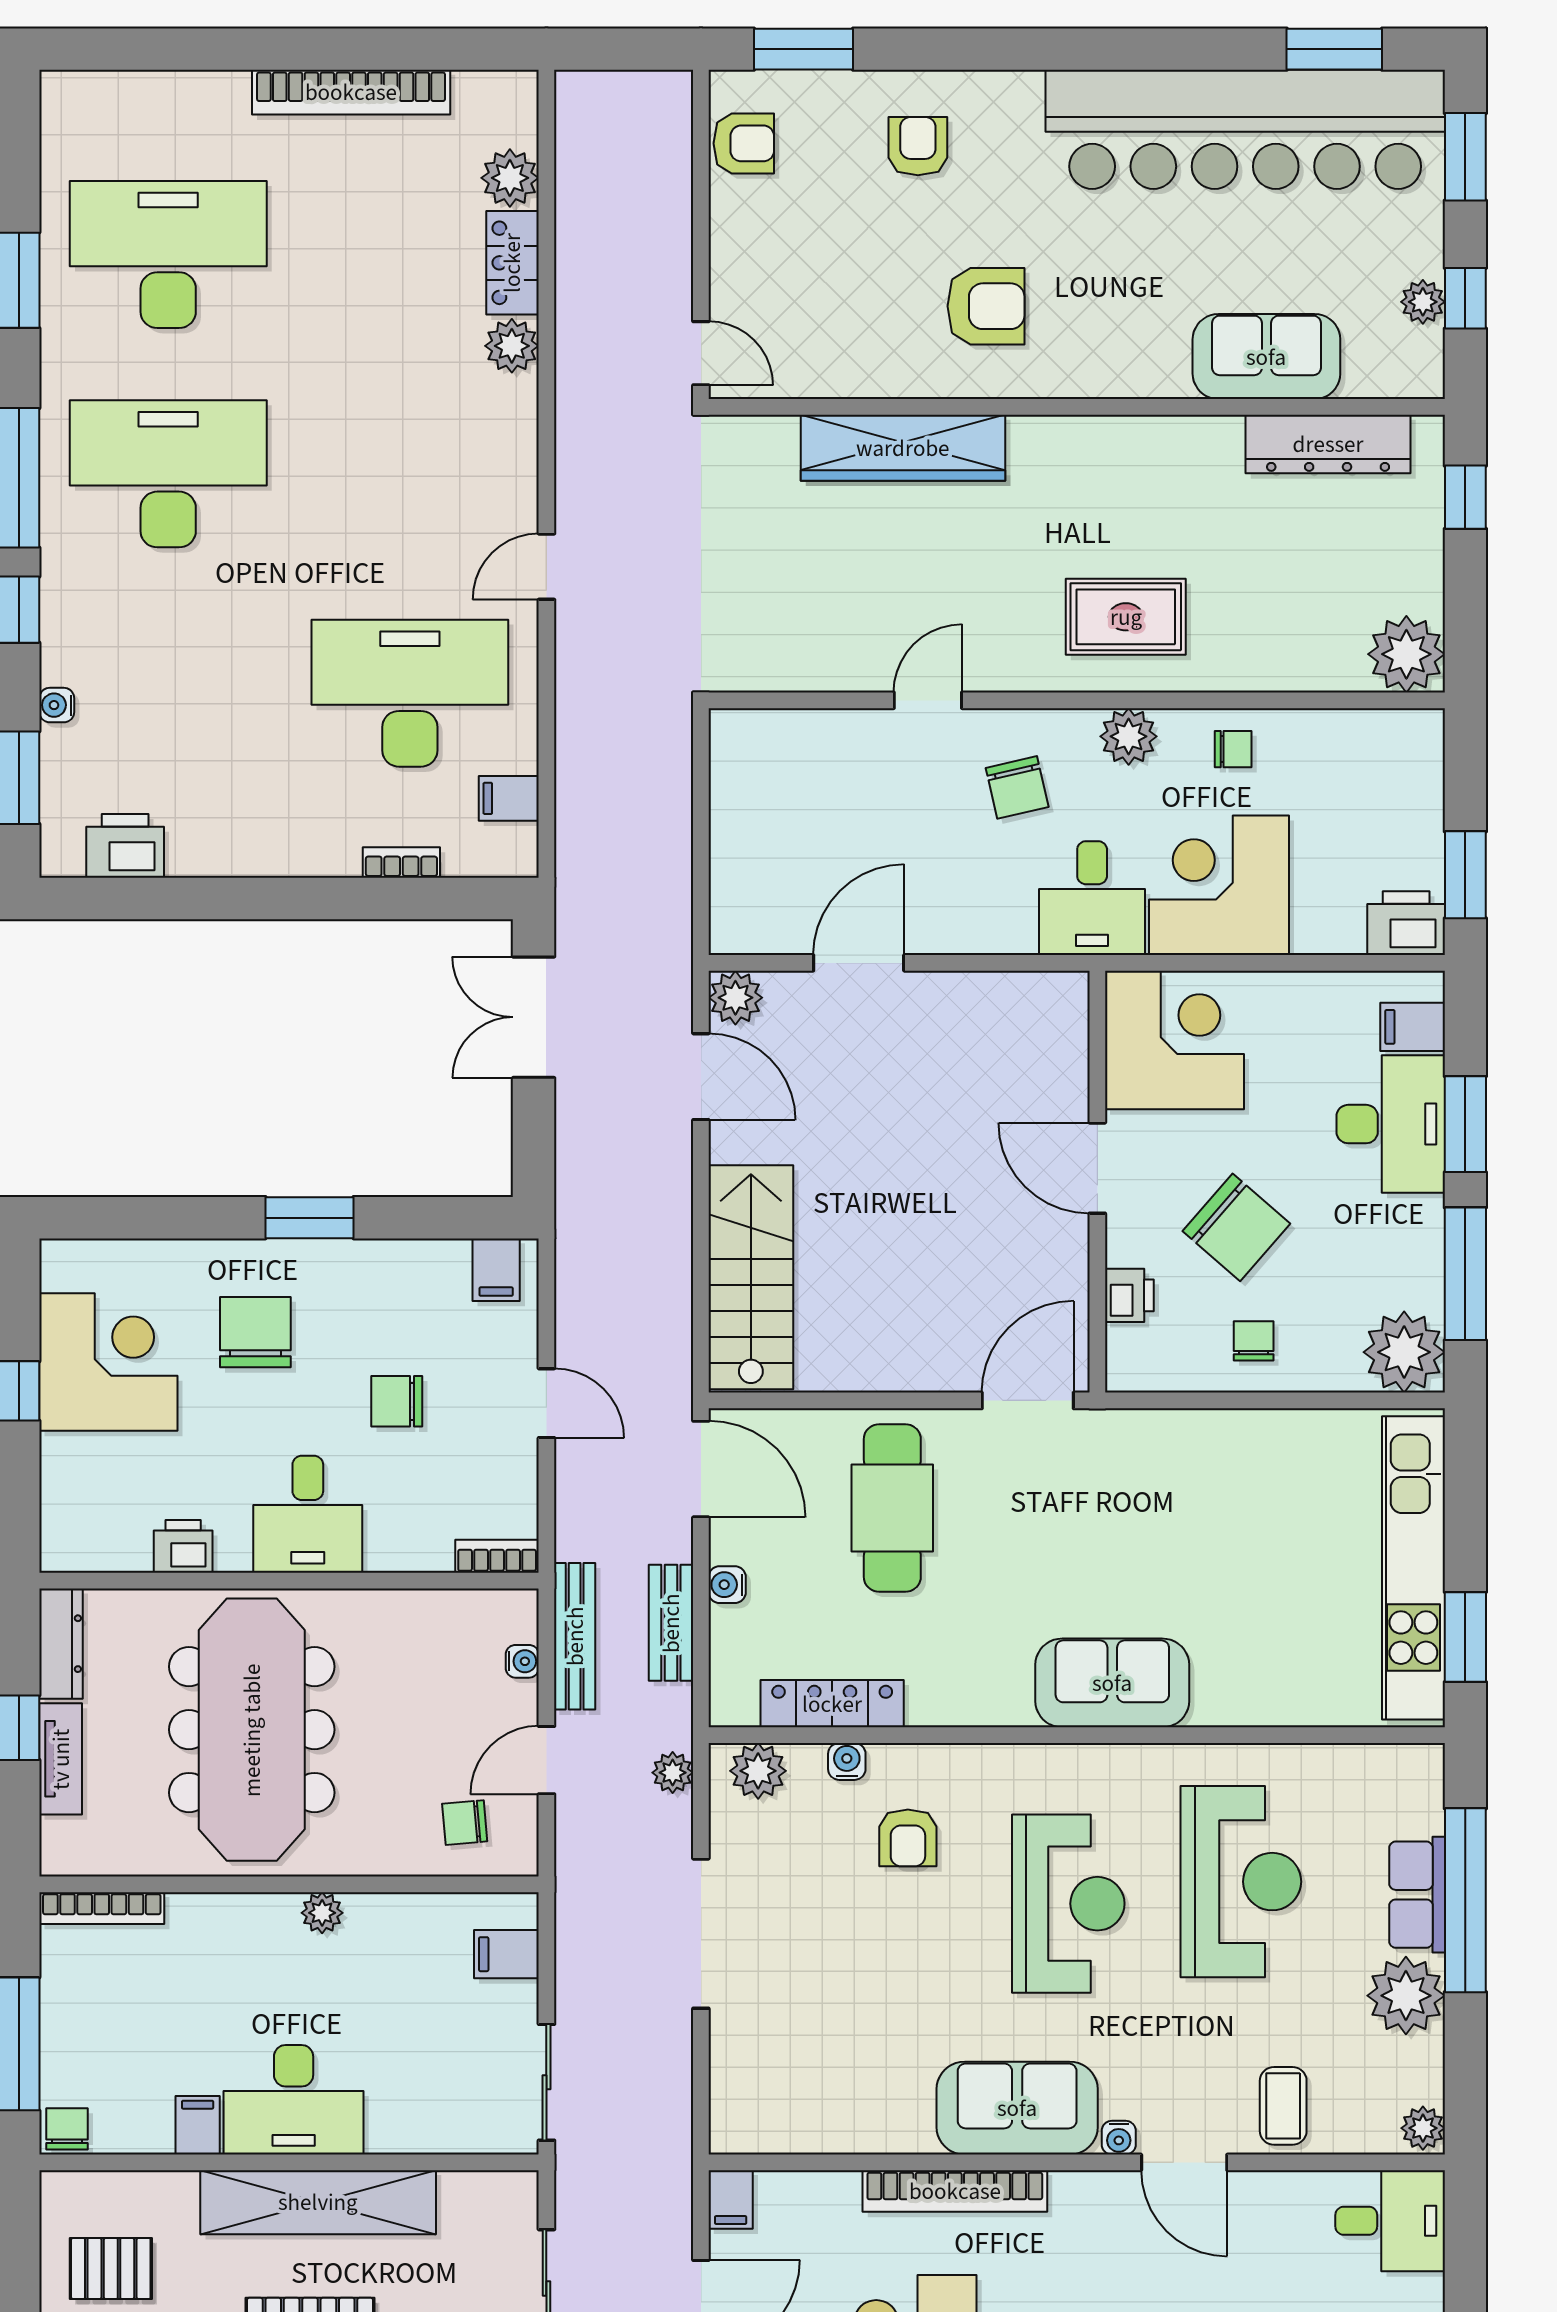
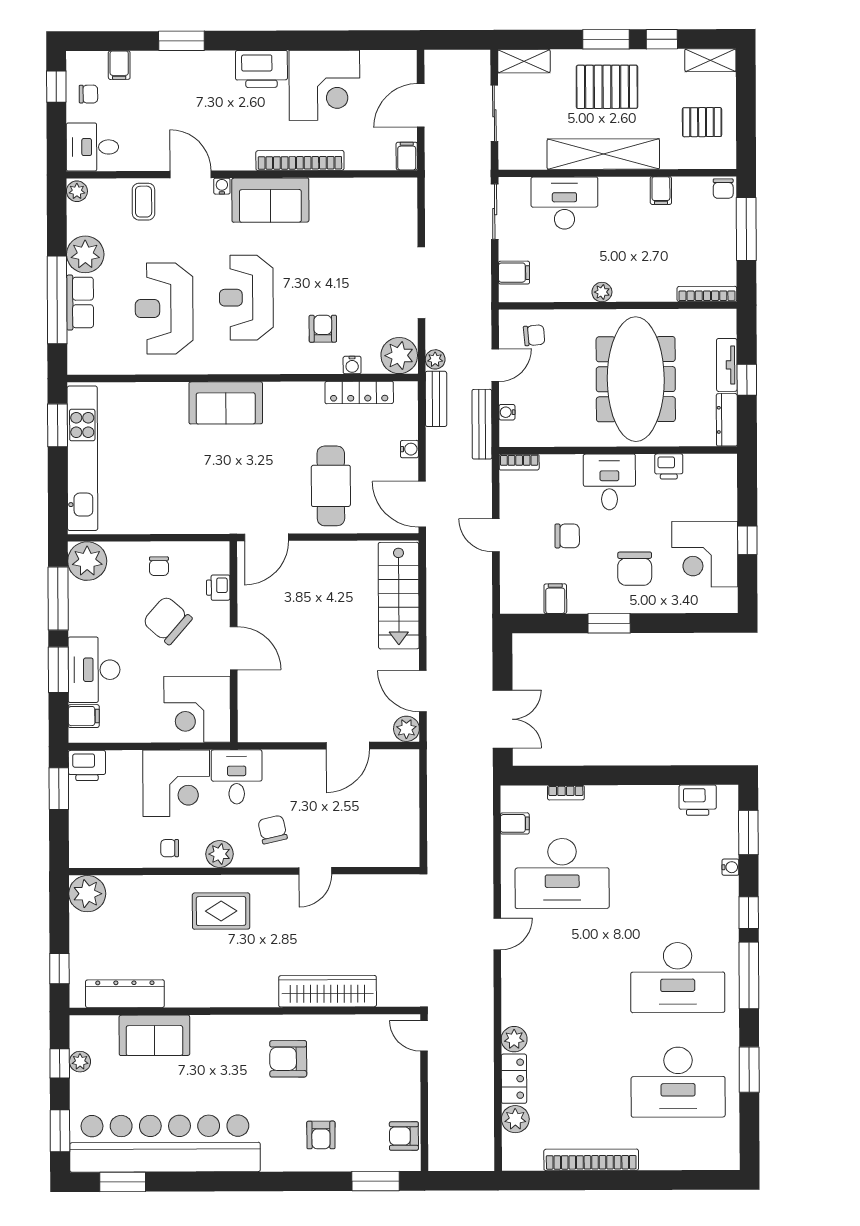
filing cabinet: (496, 1270) -> (555, 599), moved
bench: (671, 1623) -> (436, 399), moved
plant: (758, 1771) -> (399, 356), width x1.36, depth x1.36
desk: (294, 2100) -> (564, 203), moved

